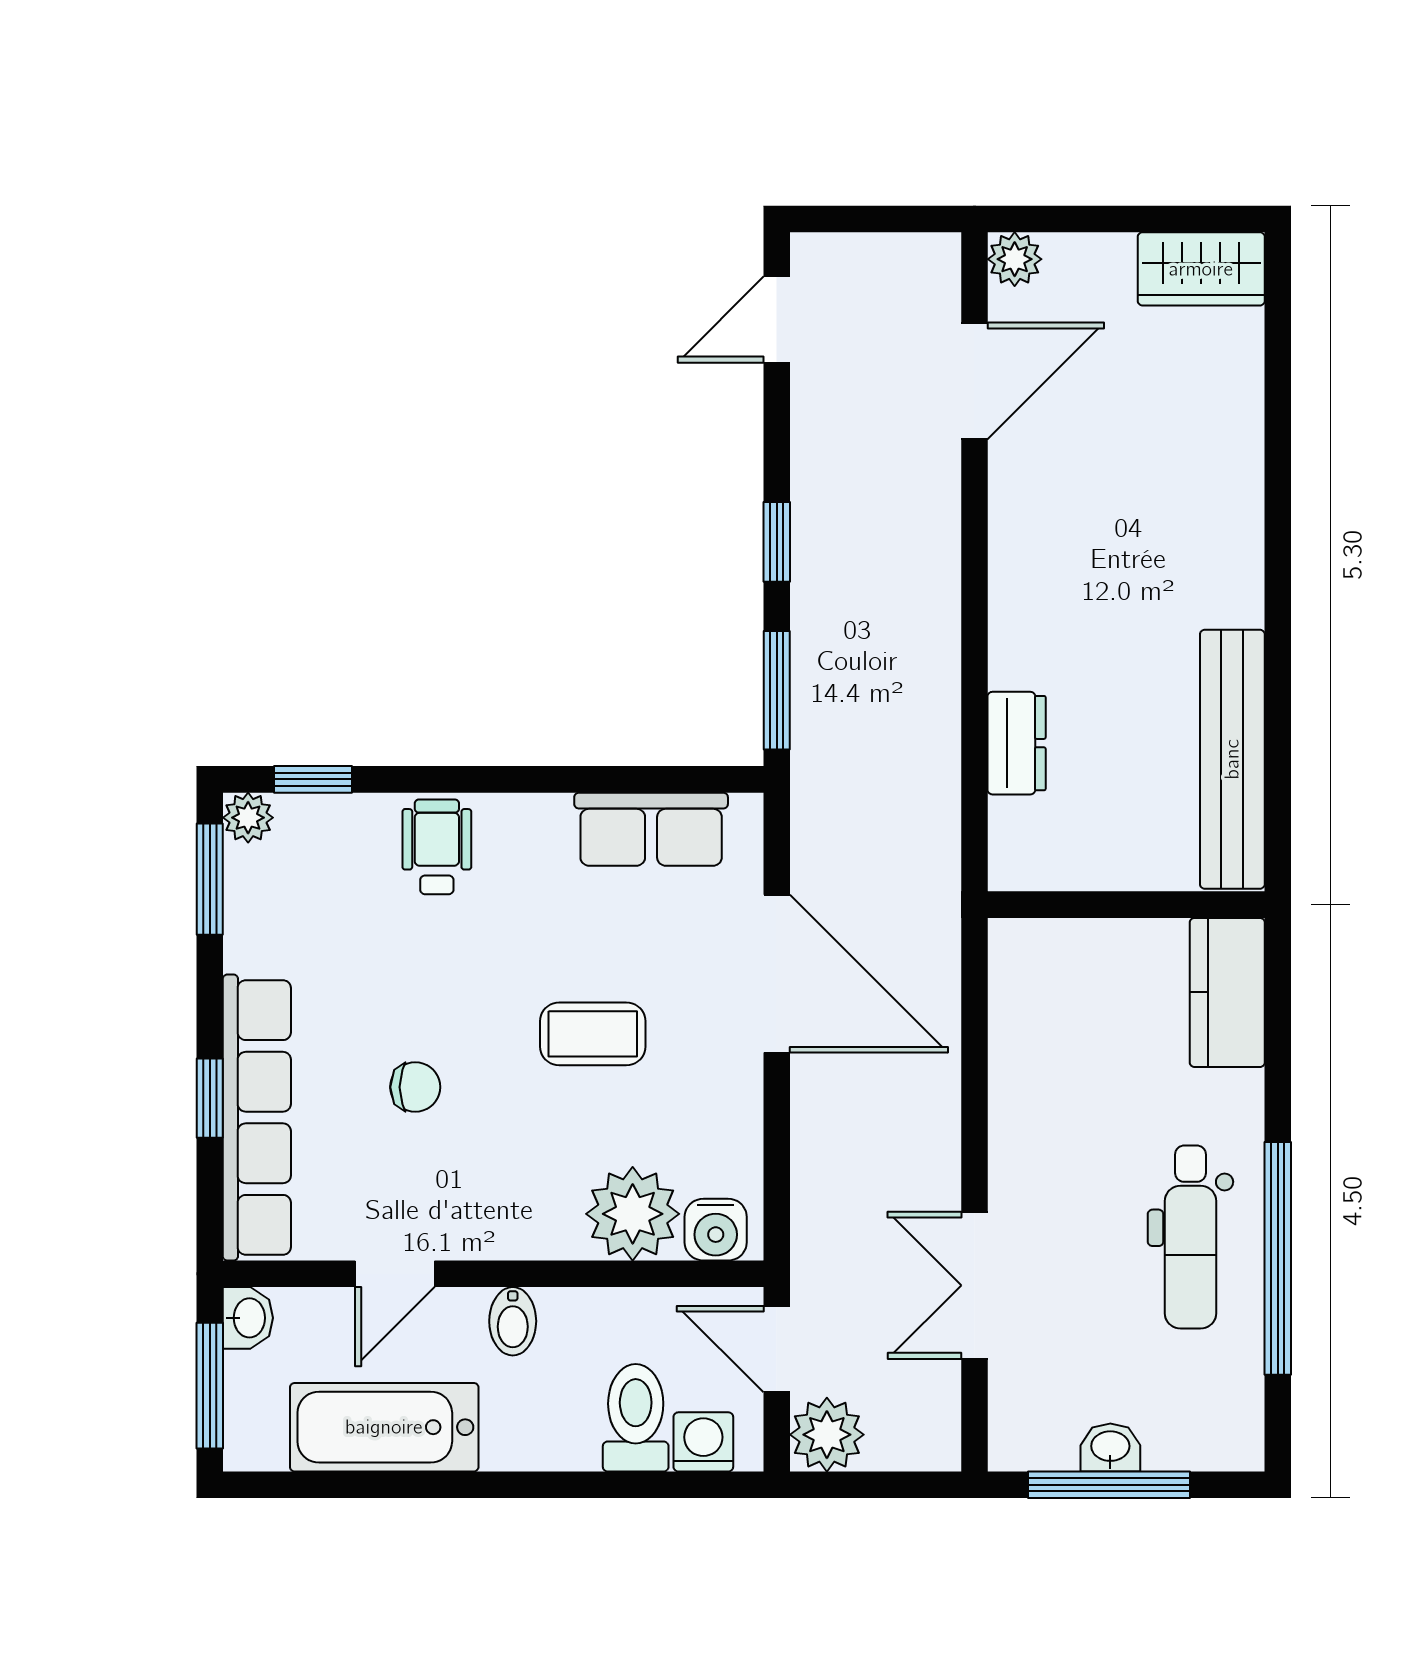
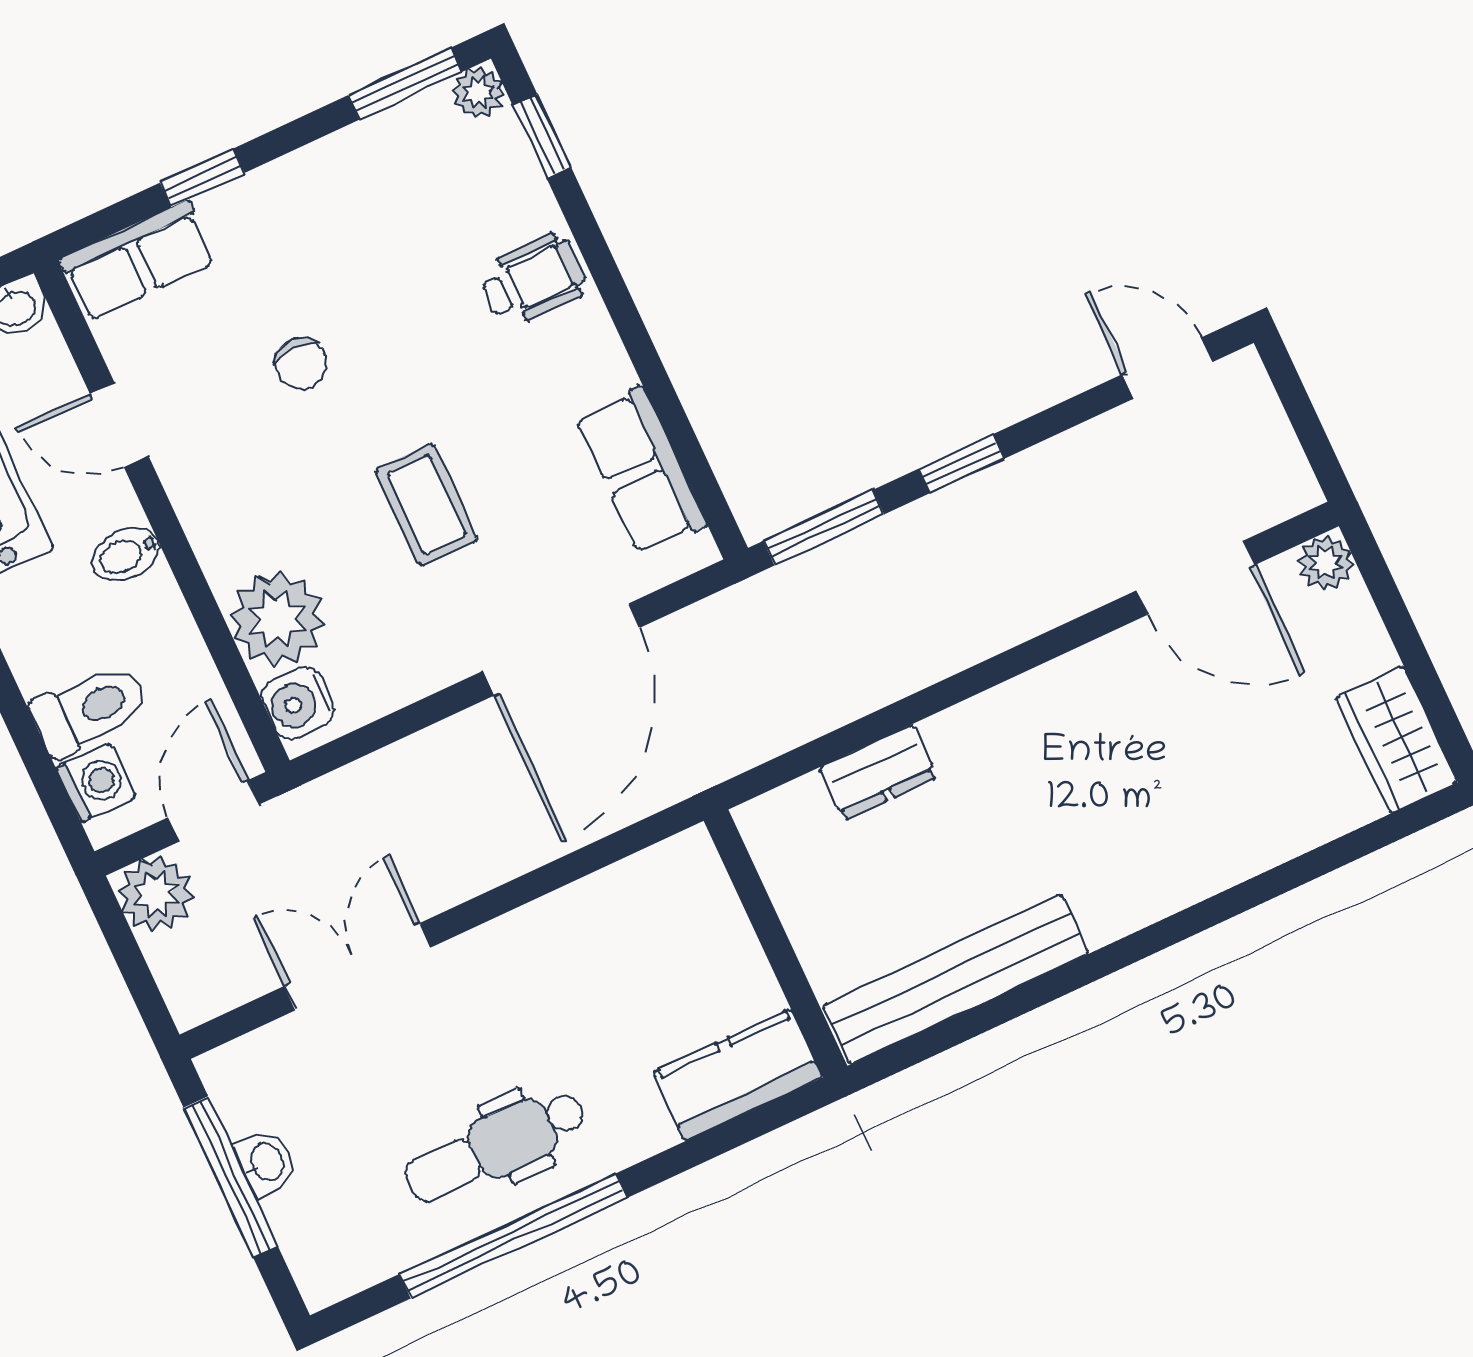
row of seats: (257, 1118) -> (138, 261), width x0.50

